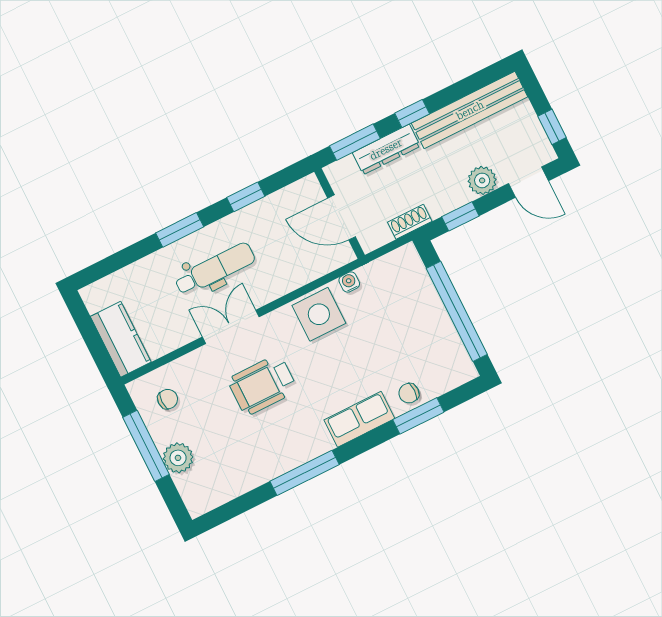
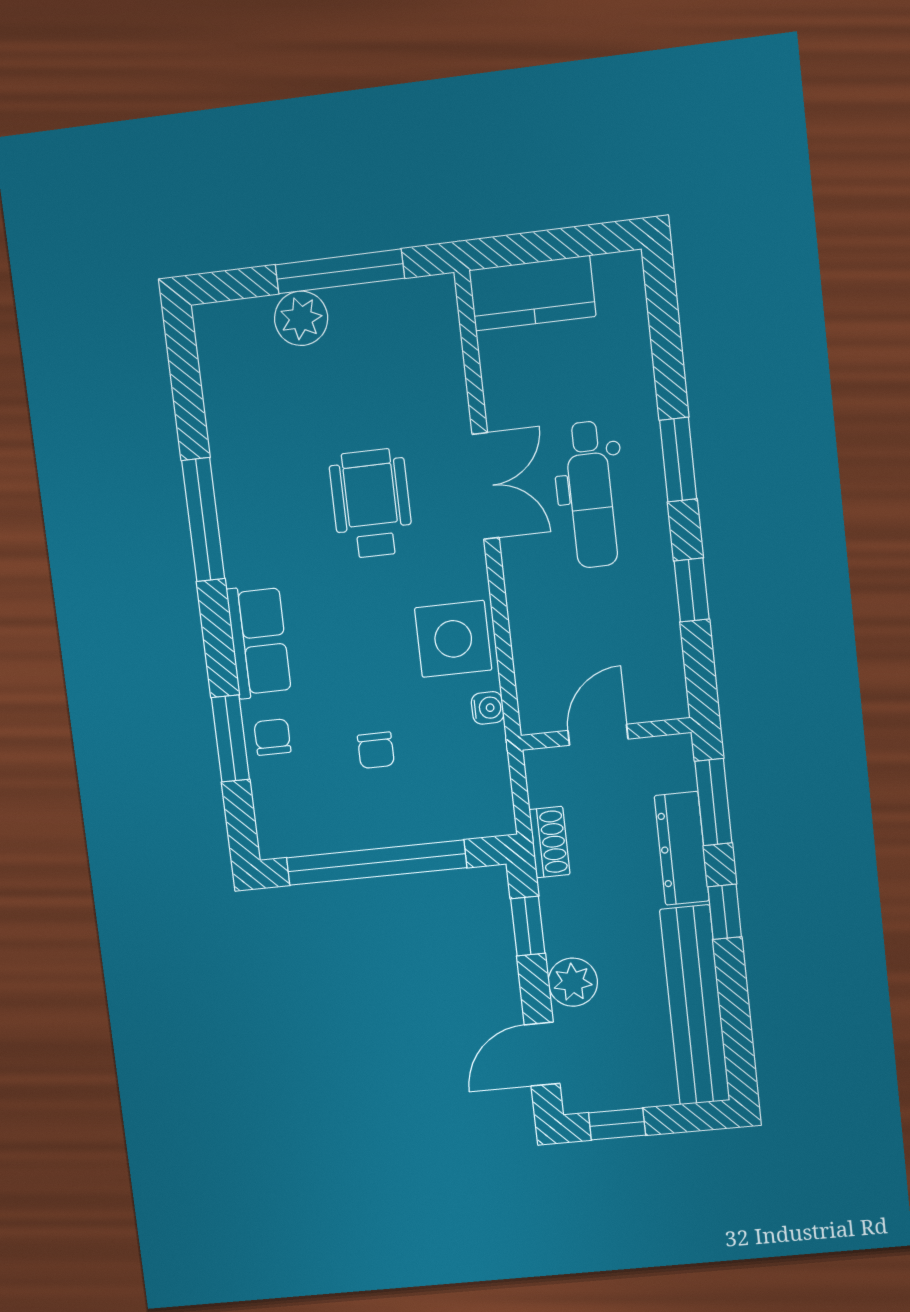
door: (342, 217) -> (598, 735), width x0.73
chair: (168, 399) -> (376, 750), moved

